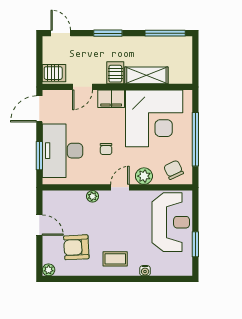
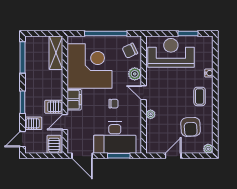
server rack: (81, 47) -> (33, 123), added
server rack: (115, 73) -> (54, 107), moved
shelving: (146, 75) -> (56, 53), moved
door: (82, 87) -> (65, 122), swing flipped

